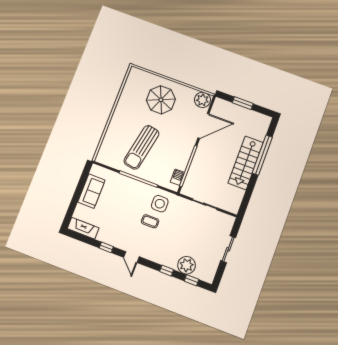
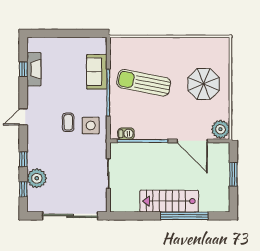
sofa: (91, 191) -> (97, 72), moved, turned 90
fireplace: (83, 228) -> (34, 69), moved
window: (106, 247) -> (23, 69), moved
sliding door: (228, 249) -> (70, 216), width x1.86

